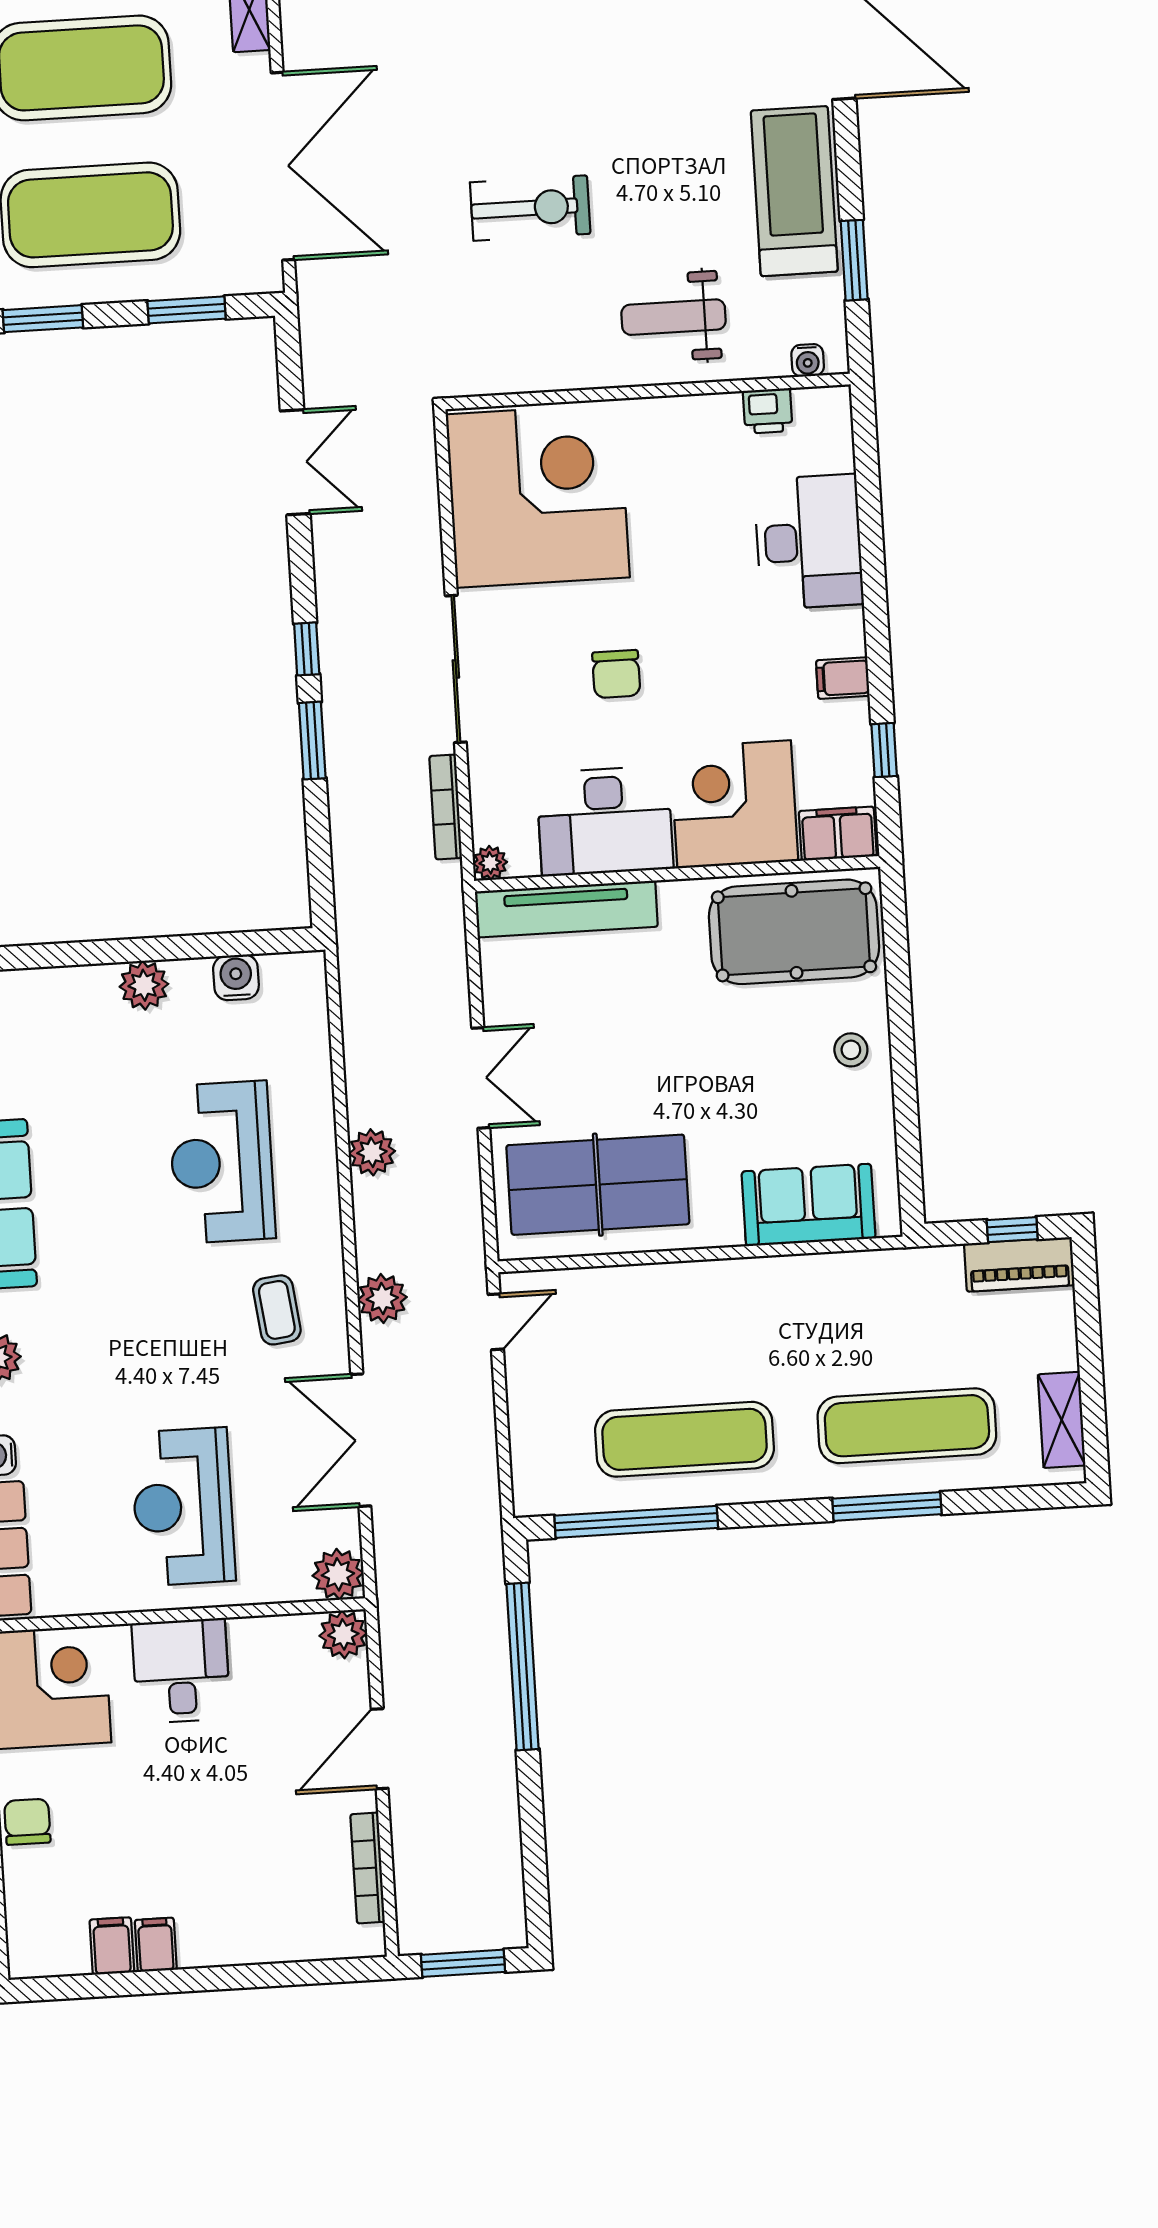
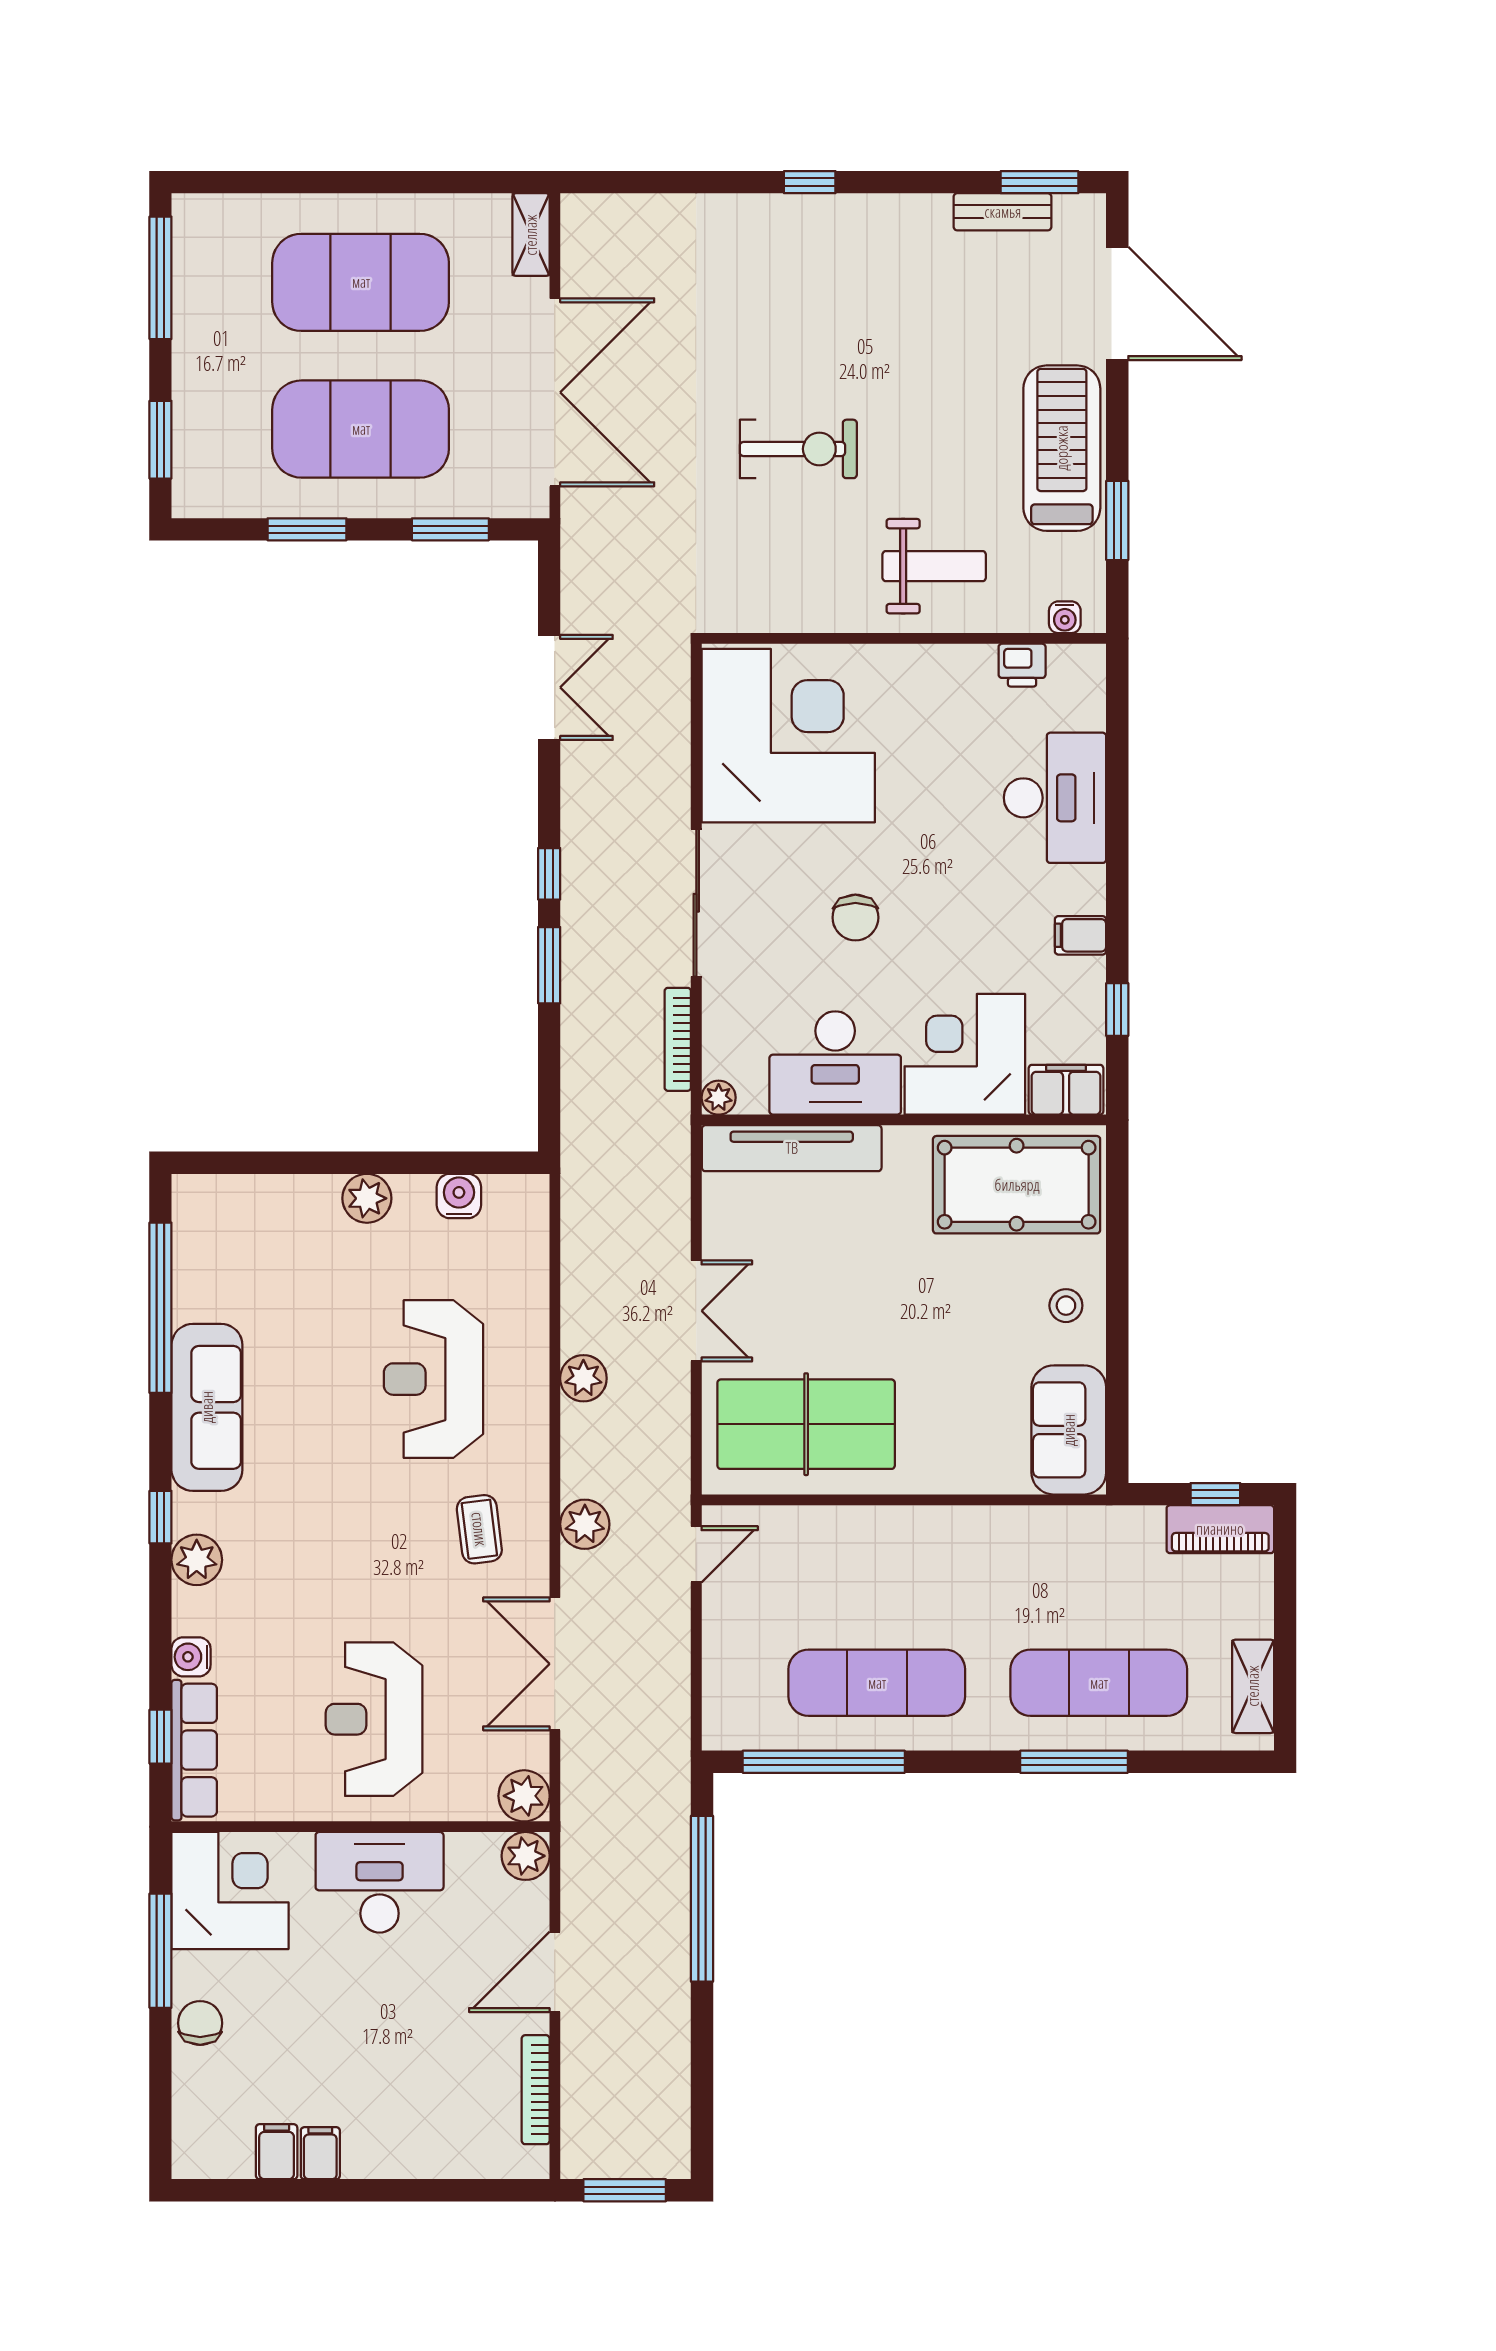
weight bench: (674, 317) -> (934, 566), turned 180
sofa: (809, 1205) -> (1069, 1430), moved, turned -90
desk: (181, 1671) -> (380, 1882), width x1.37

